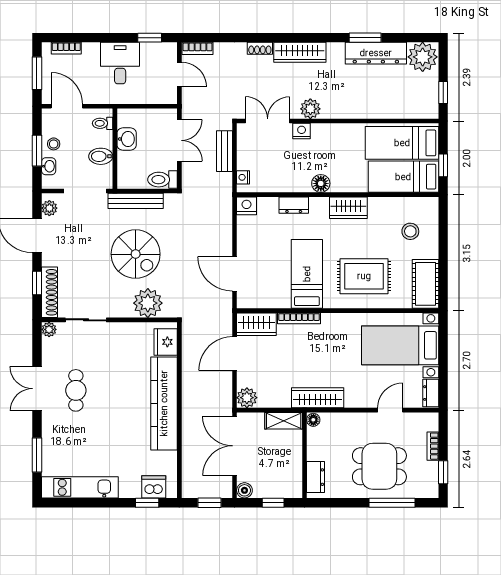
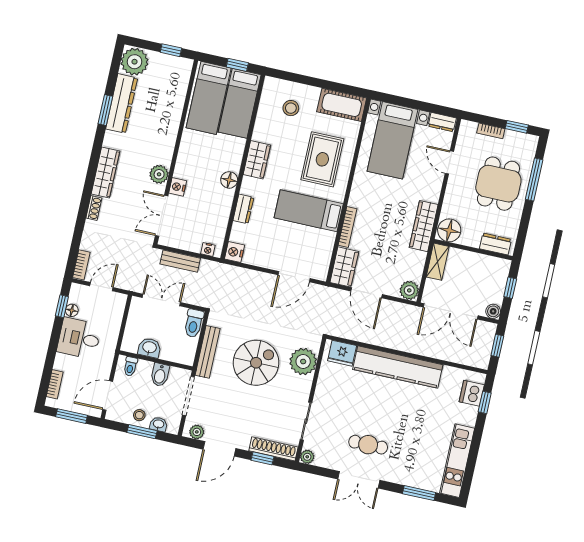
floor lamp: (148, 49) -> (72, 310), added
floor lamp: (313, 420) -> (449, 230), width x1.89, depth x1.89

